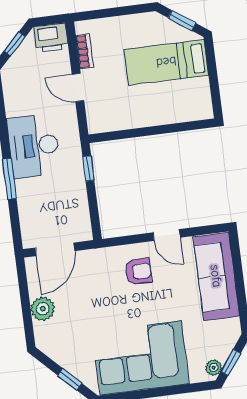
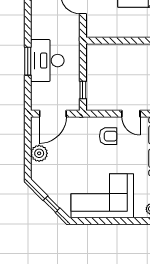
desk: (34, 146) -> (47, 61), moved
window: (88, 168) -> (83, 90), moved

